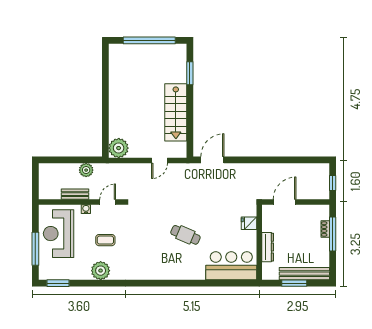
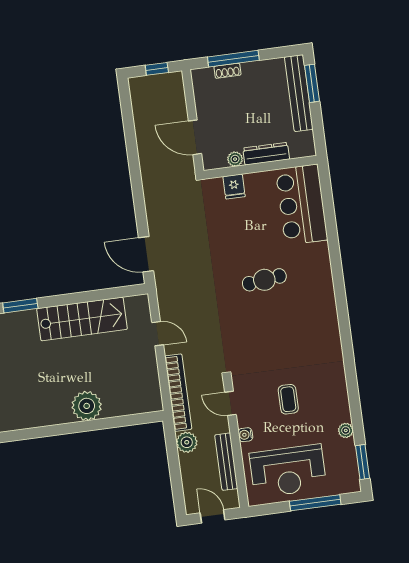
plant: (119, 148) -> (87, 406), moved
bookcase: (119, 169) -> (178, 393), added
door: (35, 180) -> (213, 516), added
bench: (75, 194) -> (226, 462), width x1.36
plant: (267, 226) -> (235, 159), added
cafe table: (185, 235) -> (264, 280), turned 60
plant: (101, 271) -> (346, 430), moved, width x0.53, depth x0.53
window: (294, 283) -> (312, 83), moved

